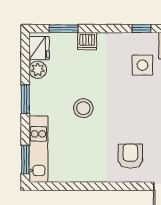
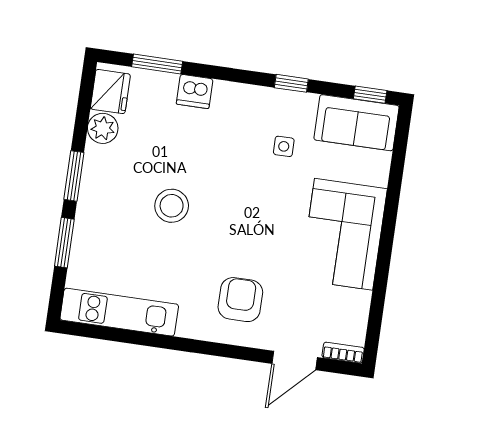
side table: (142, 65) -> (284, 146), width x0.54, depth x0.54
kitchen unit: (38, 149) -> (119, 312), moved, turned -90
window: (25, 160) -> (64, 243), moved

